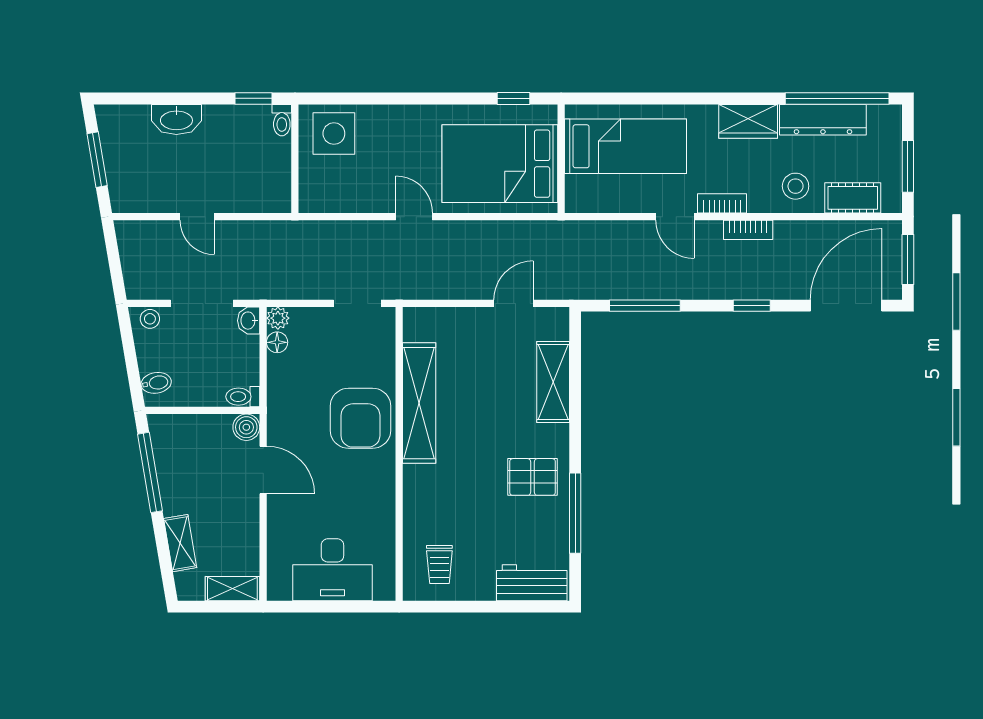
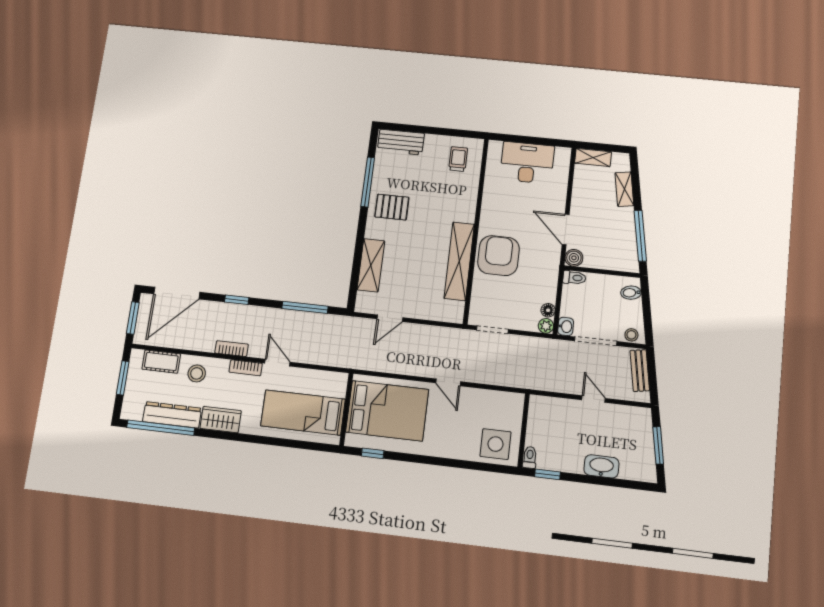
bench: (133, 267) -> (640, 371), added

